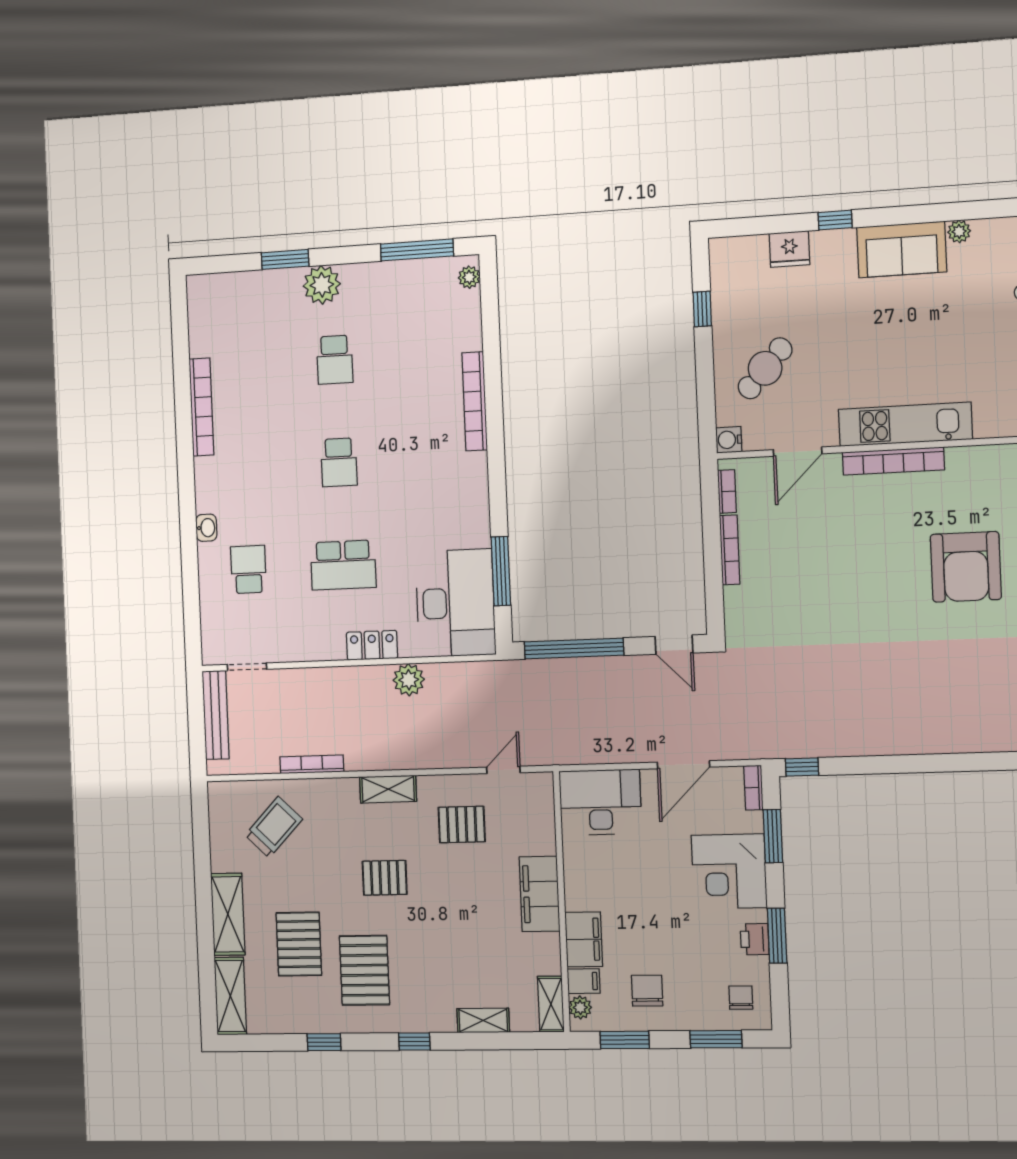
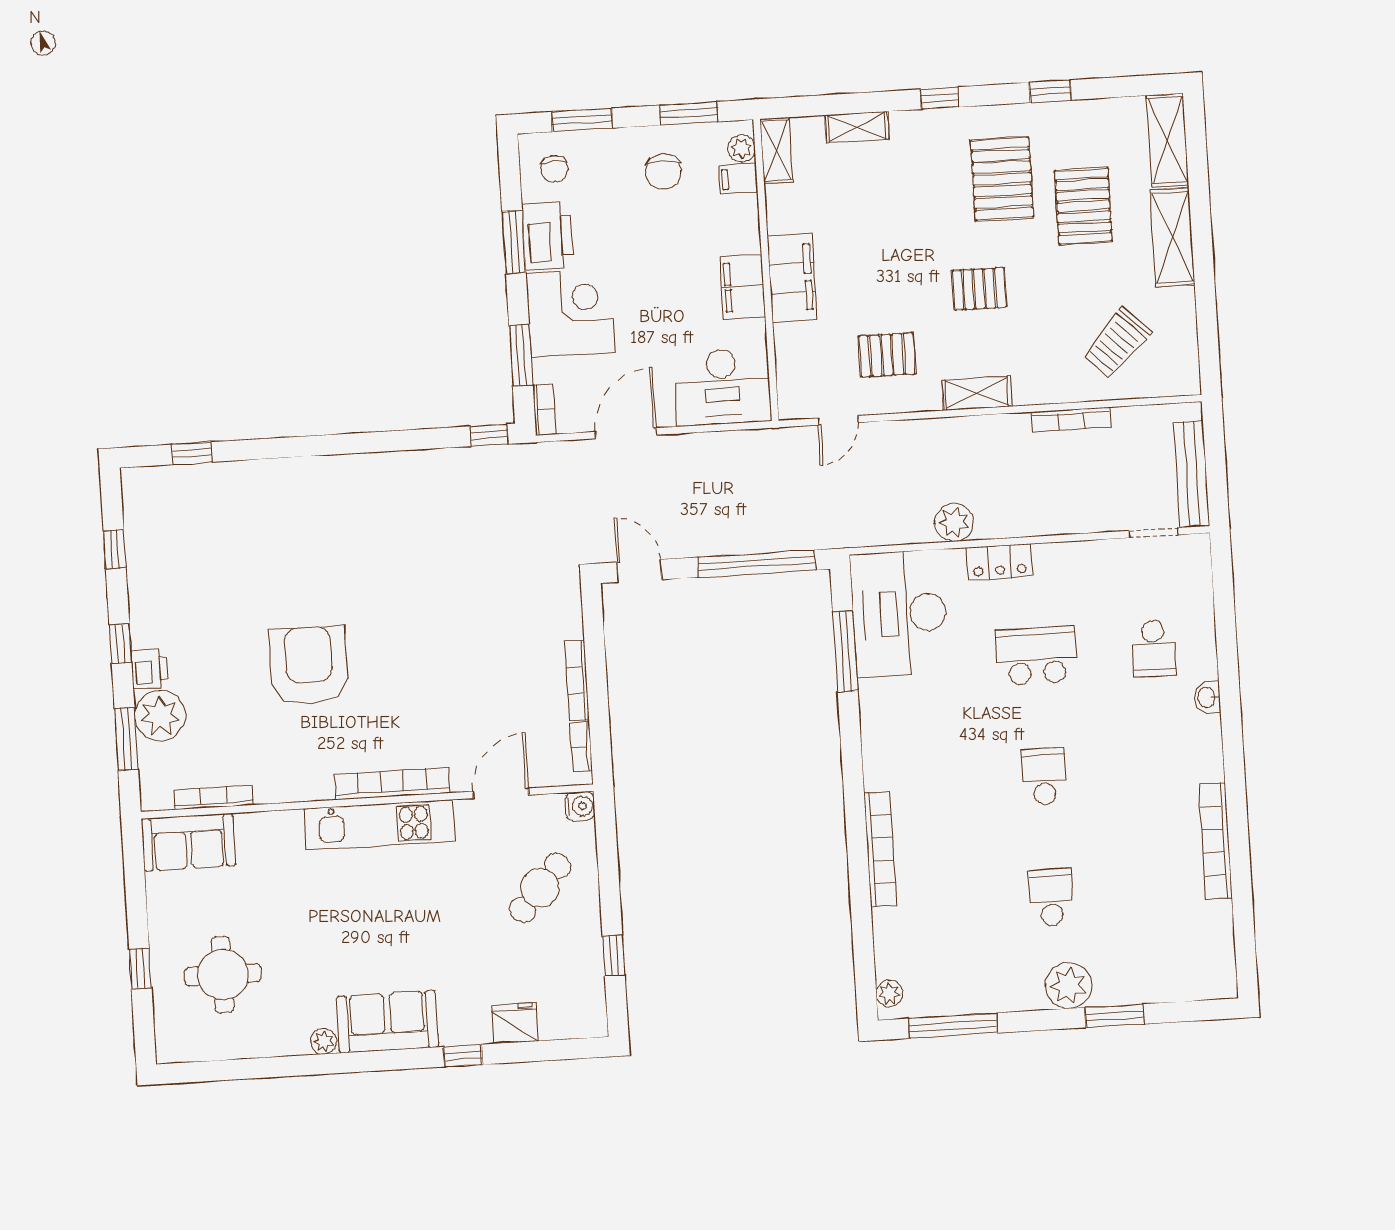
filing cabinet: (584, 939) -> (743, 287), moved
printer: (755, 939) -> (547, 236), width x1.87, depth x1.48

